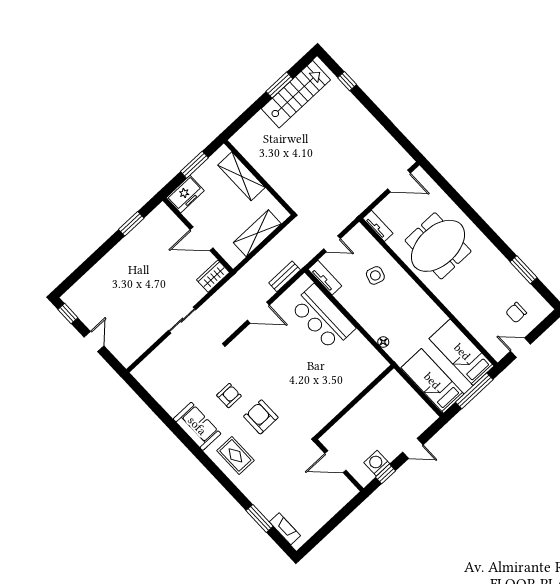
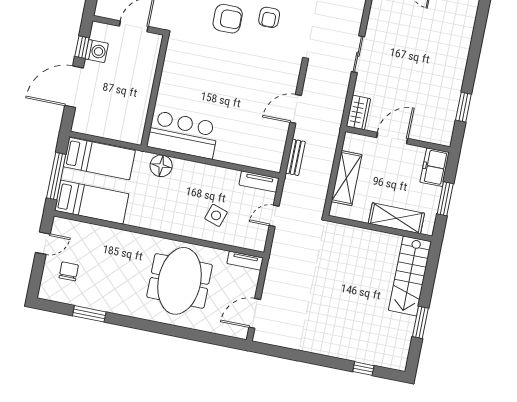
stairs: (296, 94) -> (410, 276), moved
bar counter: (323, 317) -> (183, 135), moved
floor lamp: (383, 342) -> (161, 166), width x1.89, depth x1.89
door: (413, 448) -> (74, 87), width x1.88

